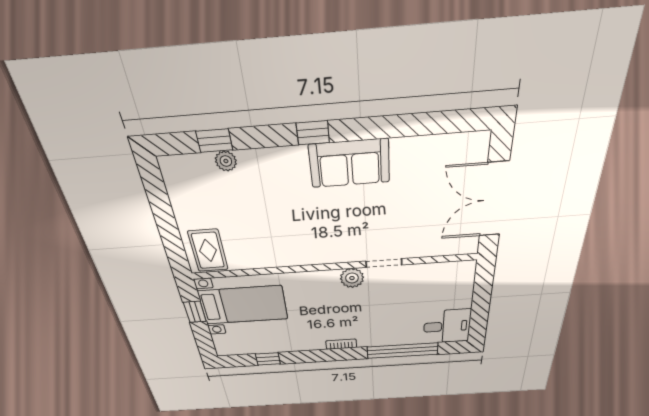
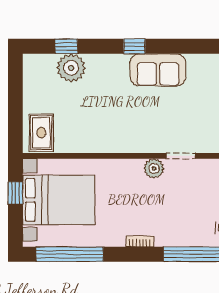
plant: (226, 161) -> (71, 68), width x1.88, depth x1.88
bed with nightstands: (243, 305) -> (59, 200), width x1.36
window: (268, 359) -> (70, 254), width x3.17

